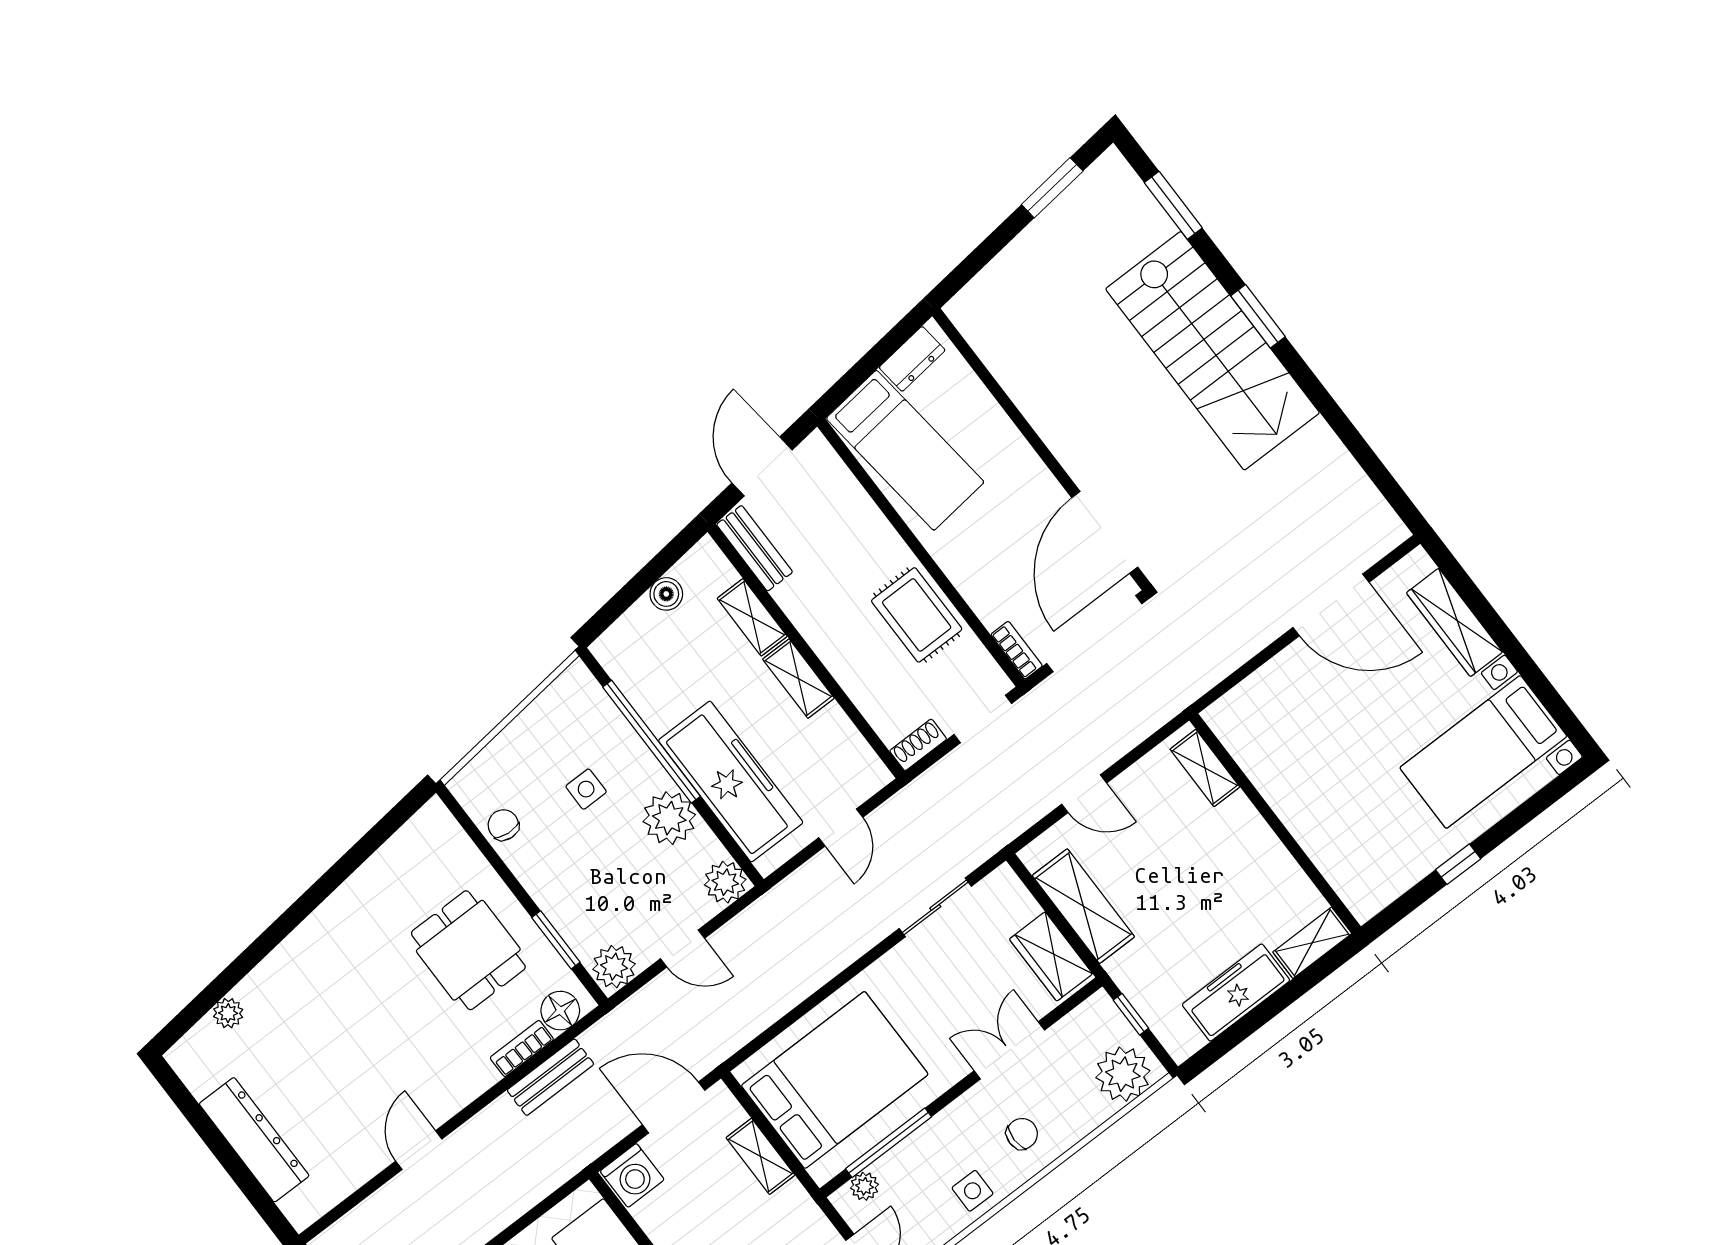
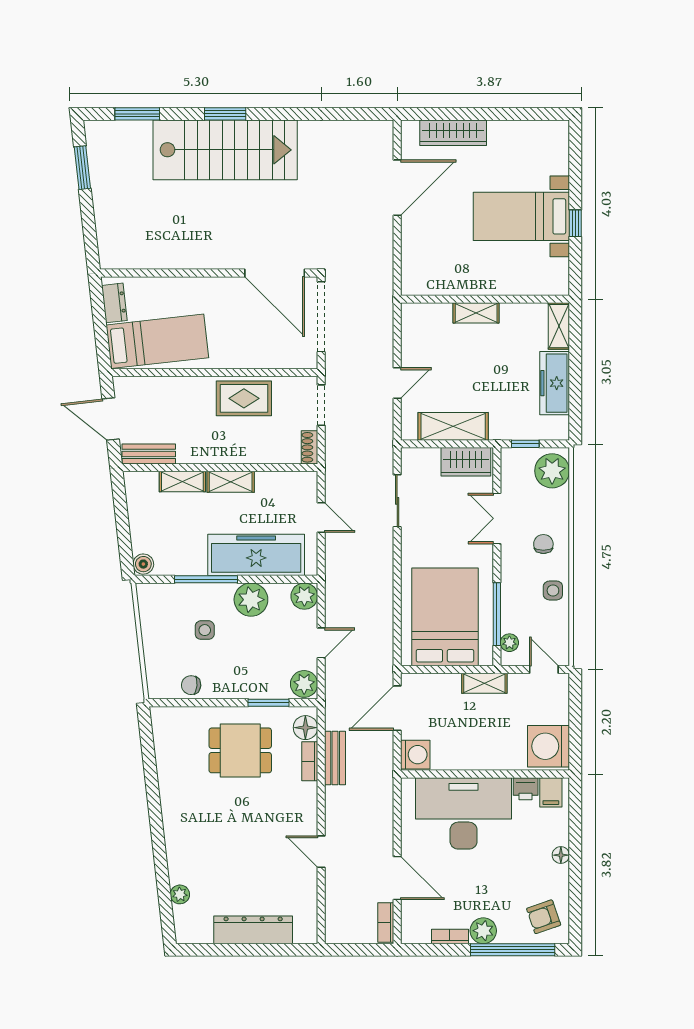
boiler: (666, 594) -> (143, 564), moved
bookcase: (1017, 650) -> (300, 362), removed
window: (652, 742) -> (206, 579), width x0.68
bed with nightstands: (1483, 752) -> (521, 216), moved, turned 90
shelving: (1205, 768) -> (476, 313), moved
shelving: (760, 1156) -> (484, 683), moved

